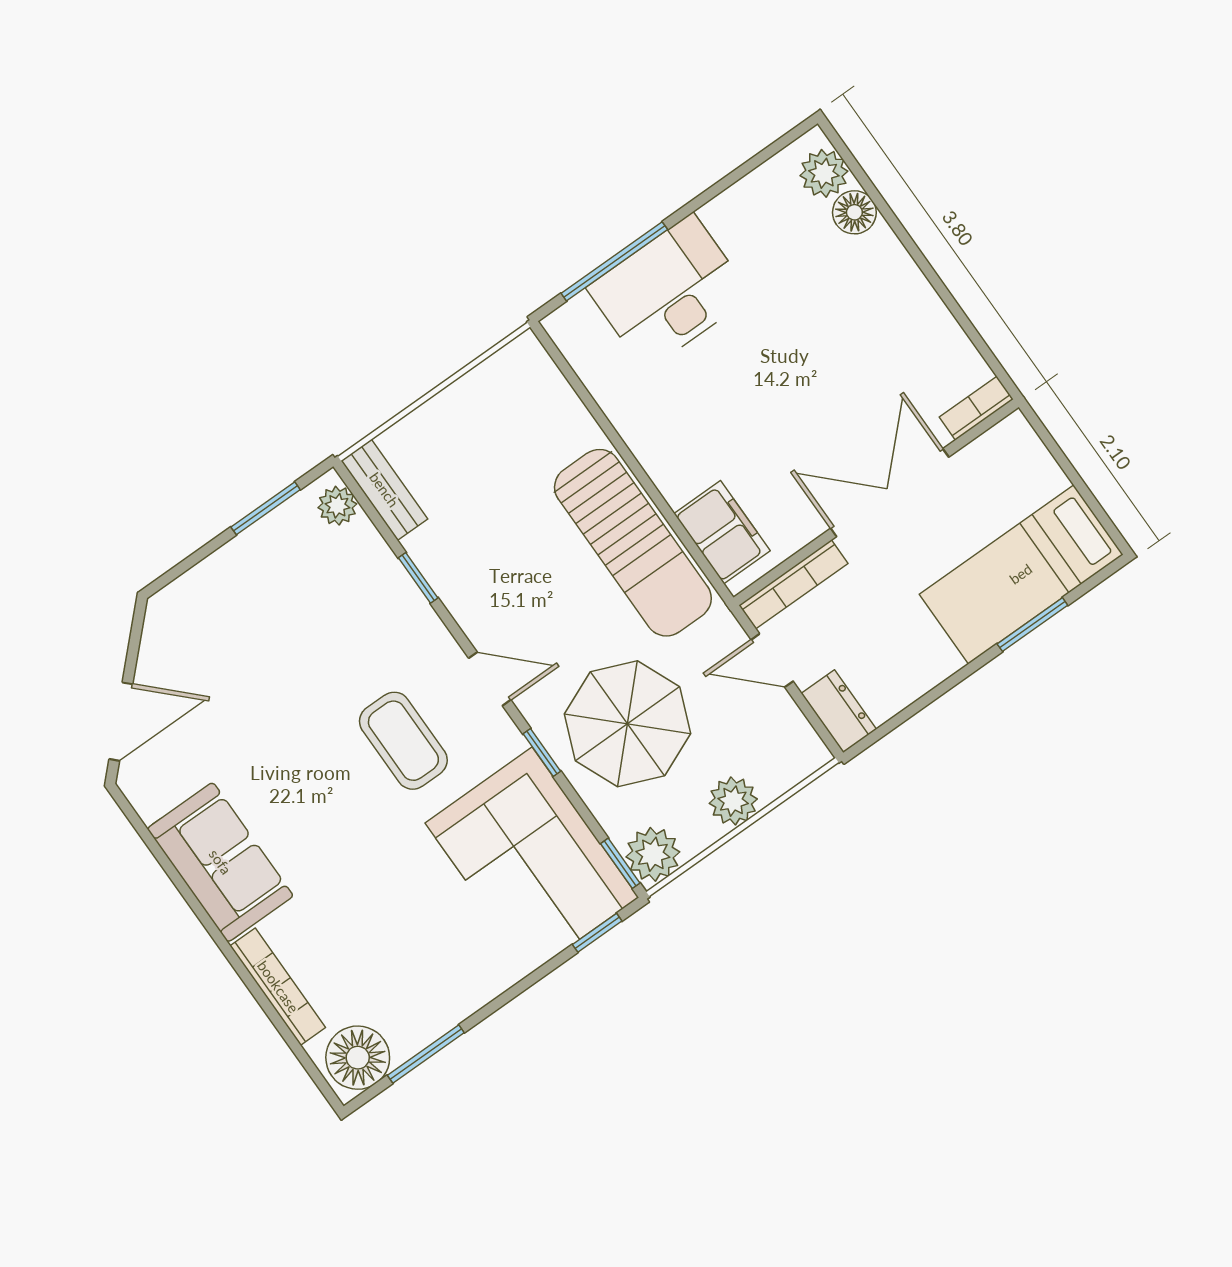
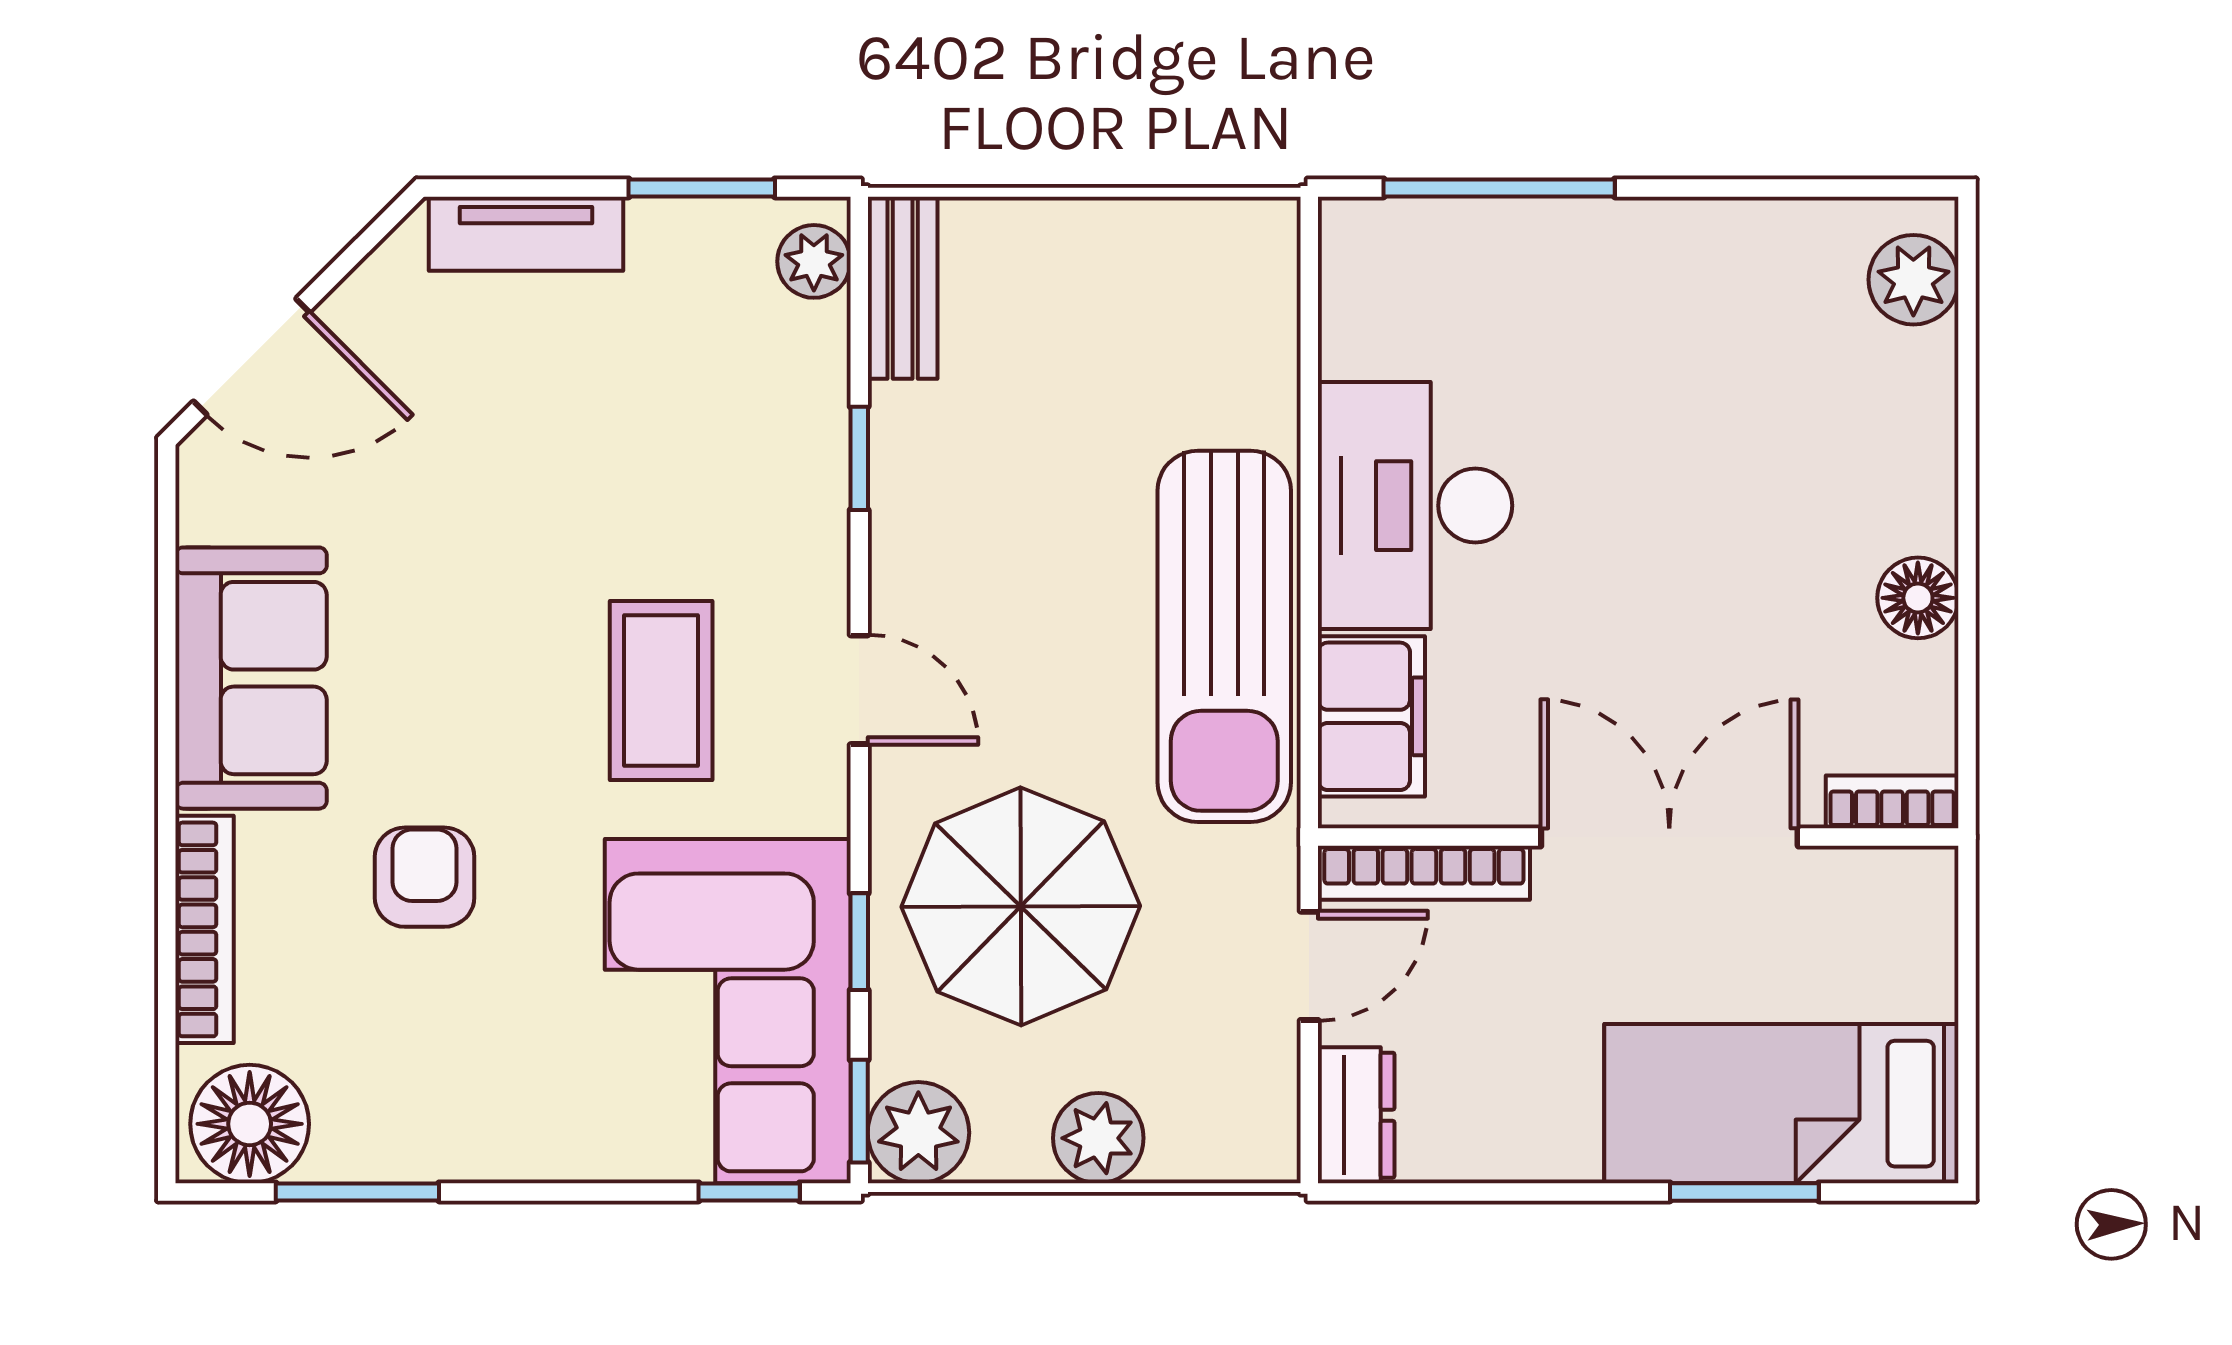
floor lamp: (854, 212) -> (1918, 598), moved
desk: (669, 292) -> (1415, 506), moved, turned -90
tv unit: (203, 583) -> (526, 234), added
door: (772, 660) -> (1309, 966), swing flipped
window: (542, 752) -> (859, 942), moved
armchair: (358, 896) -> (425, 877), added

